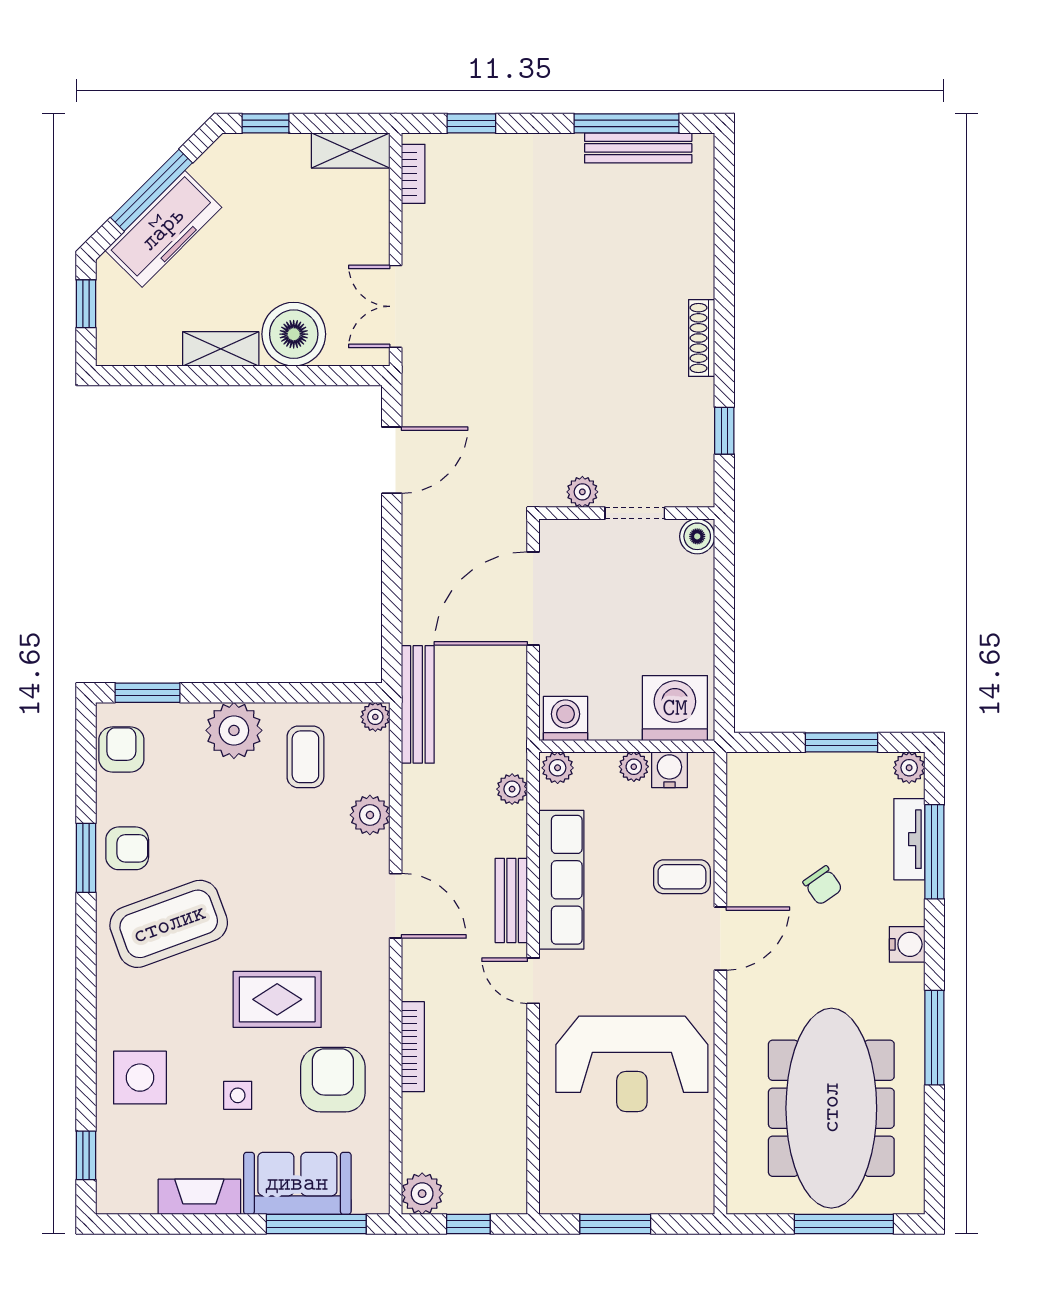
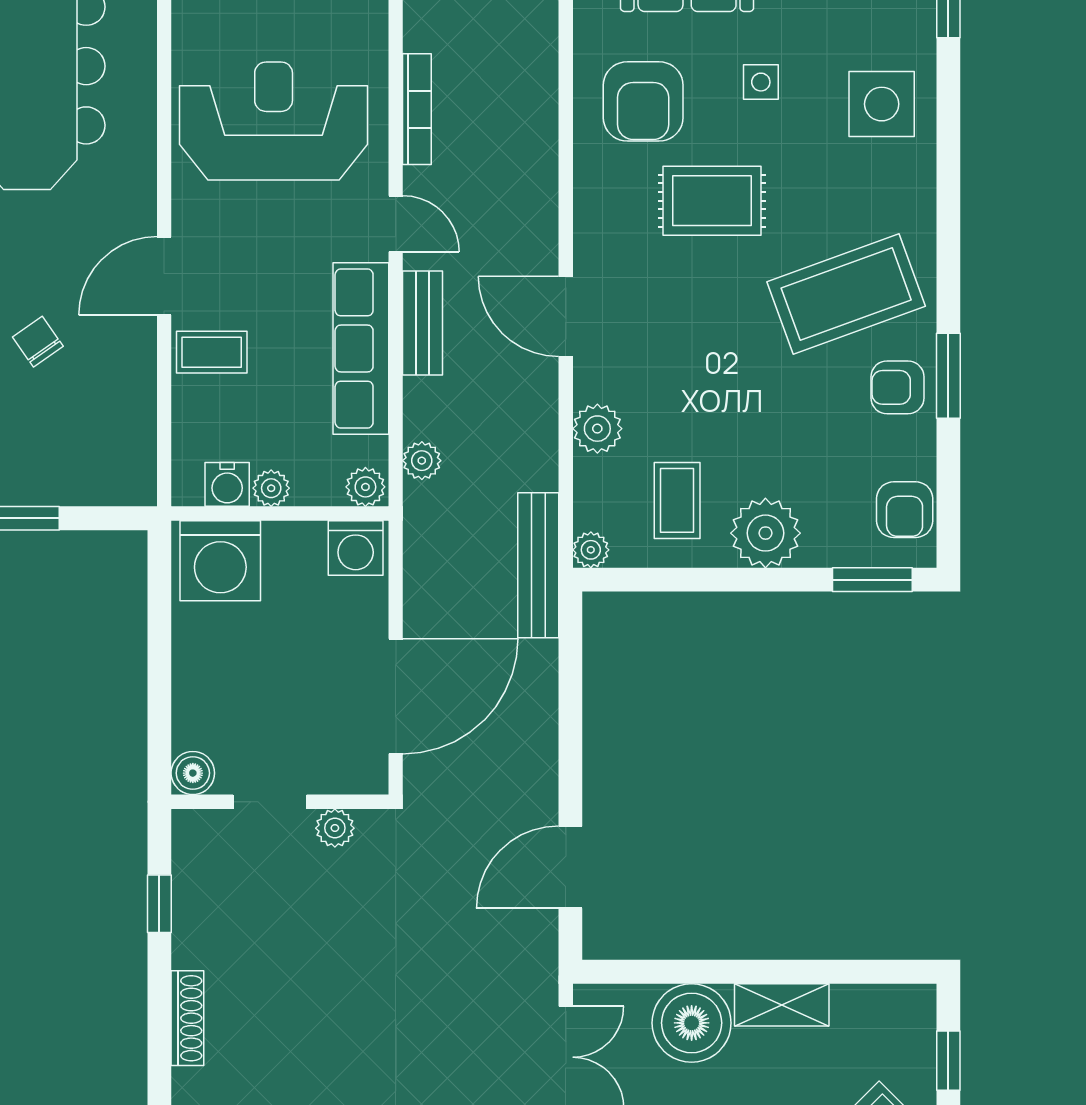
bookcase: (413, 1047) -> (417, 109), moved, turned 180

